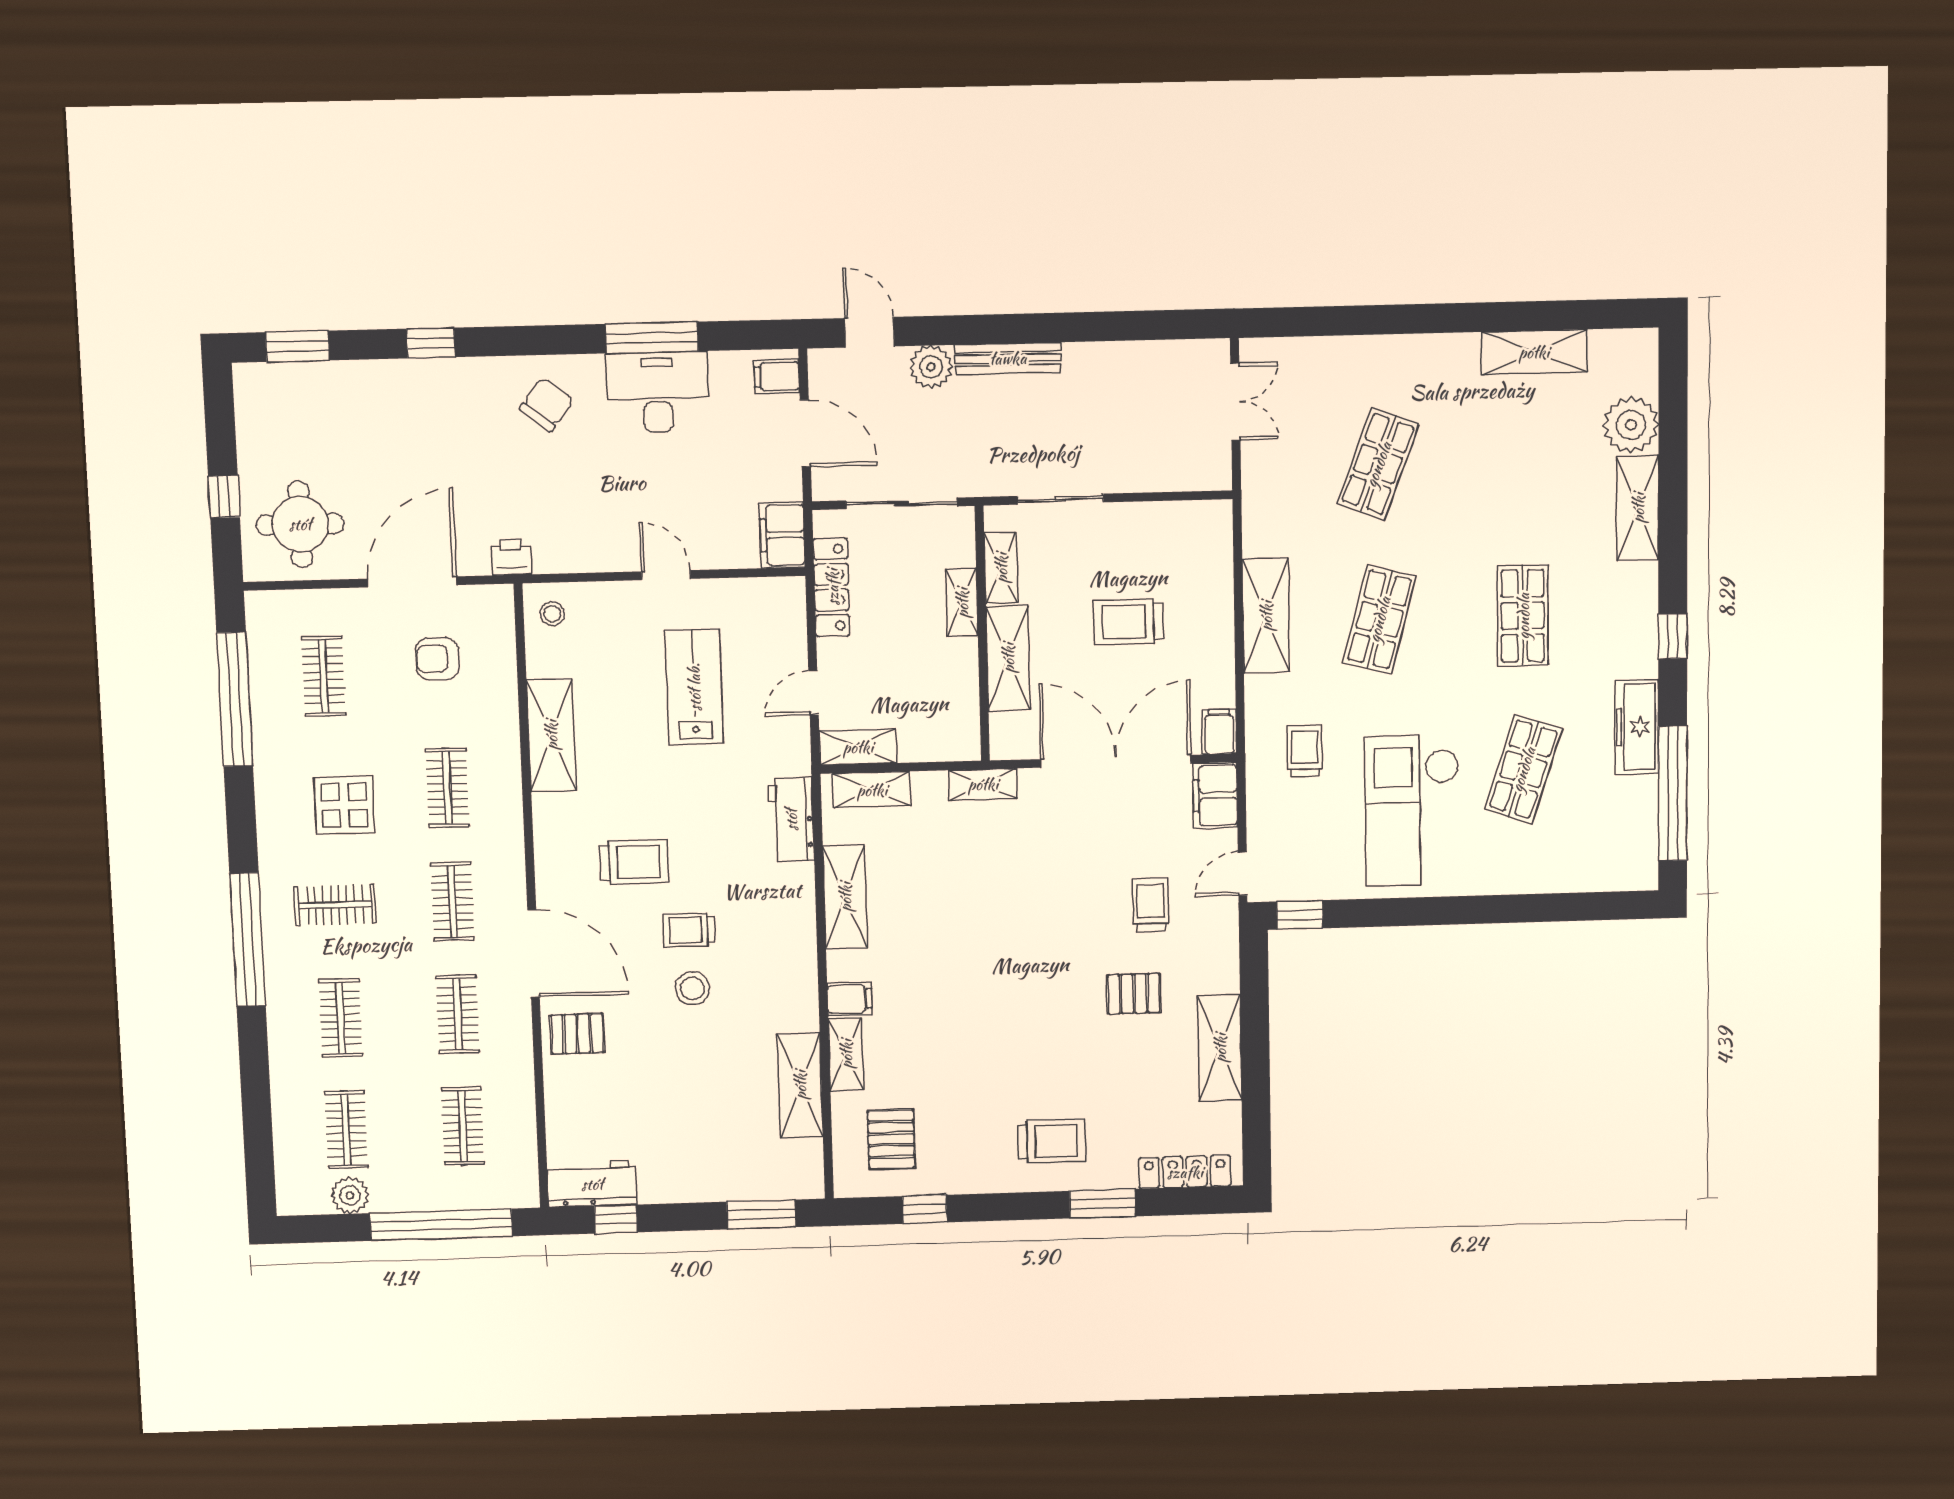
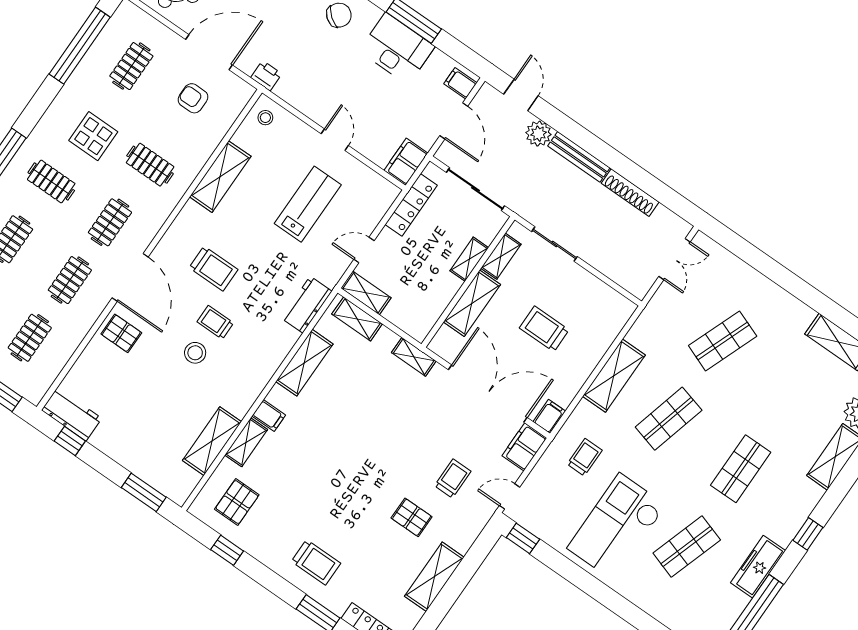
shoe rack: (1112, 356) -> (630, 193), added
clothes rail: (447, 788) -> (150, 165), turned 90

